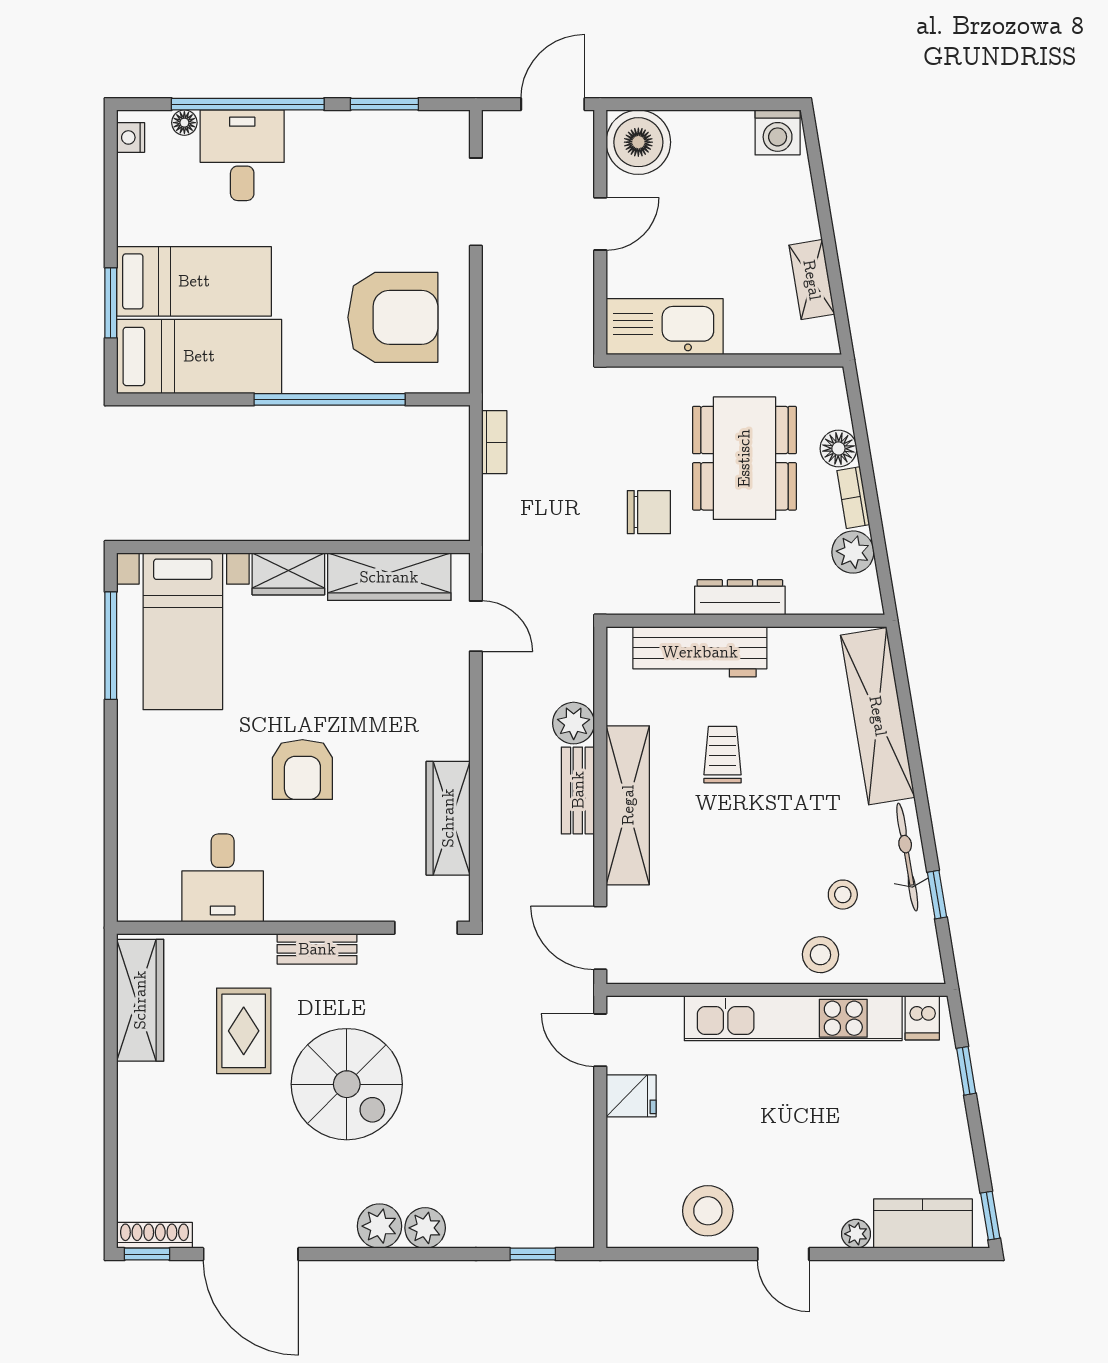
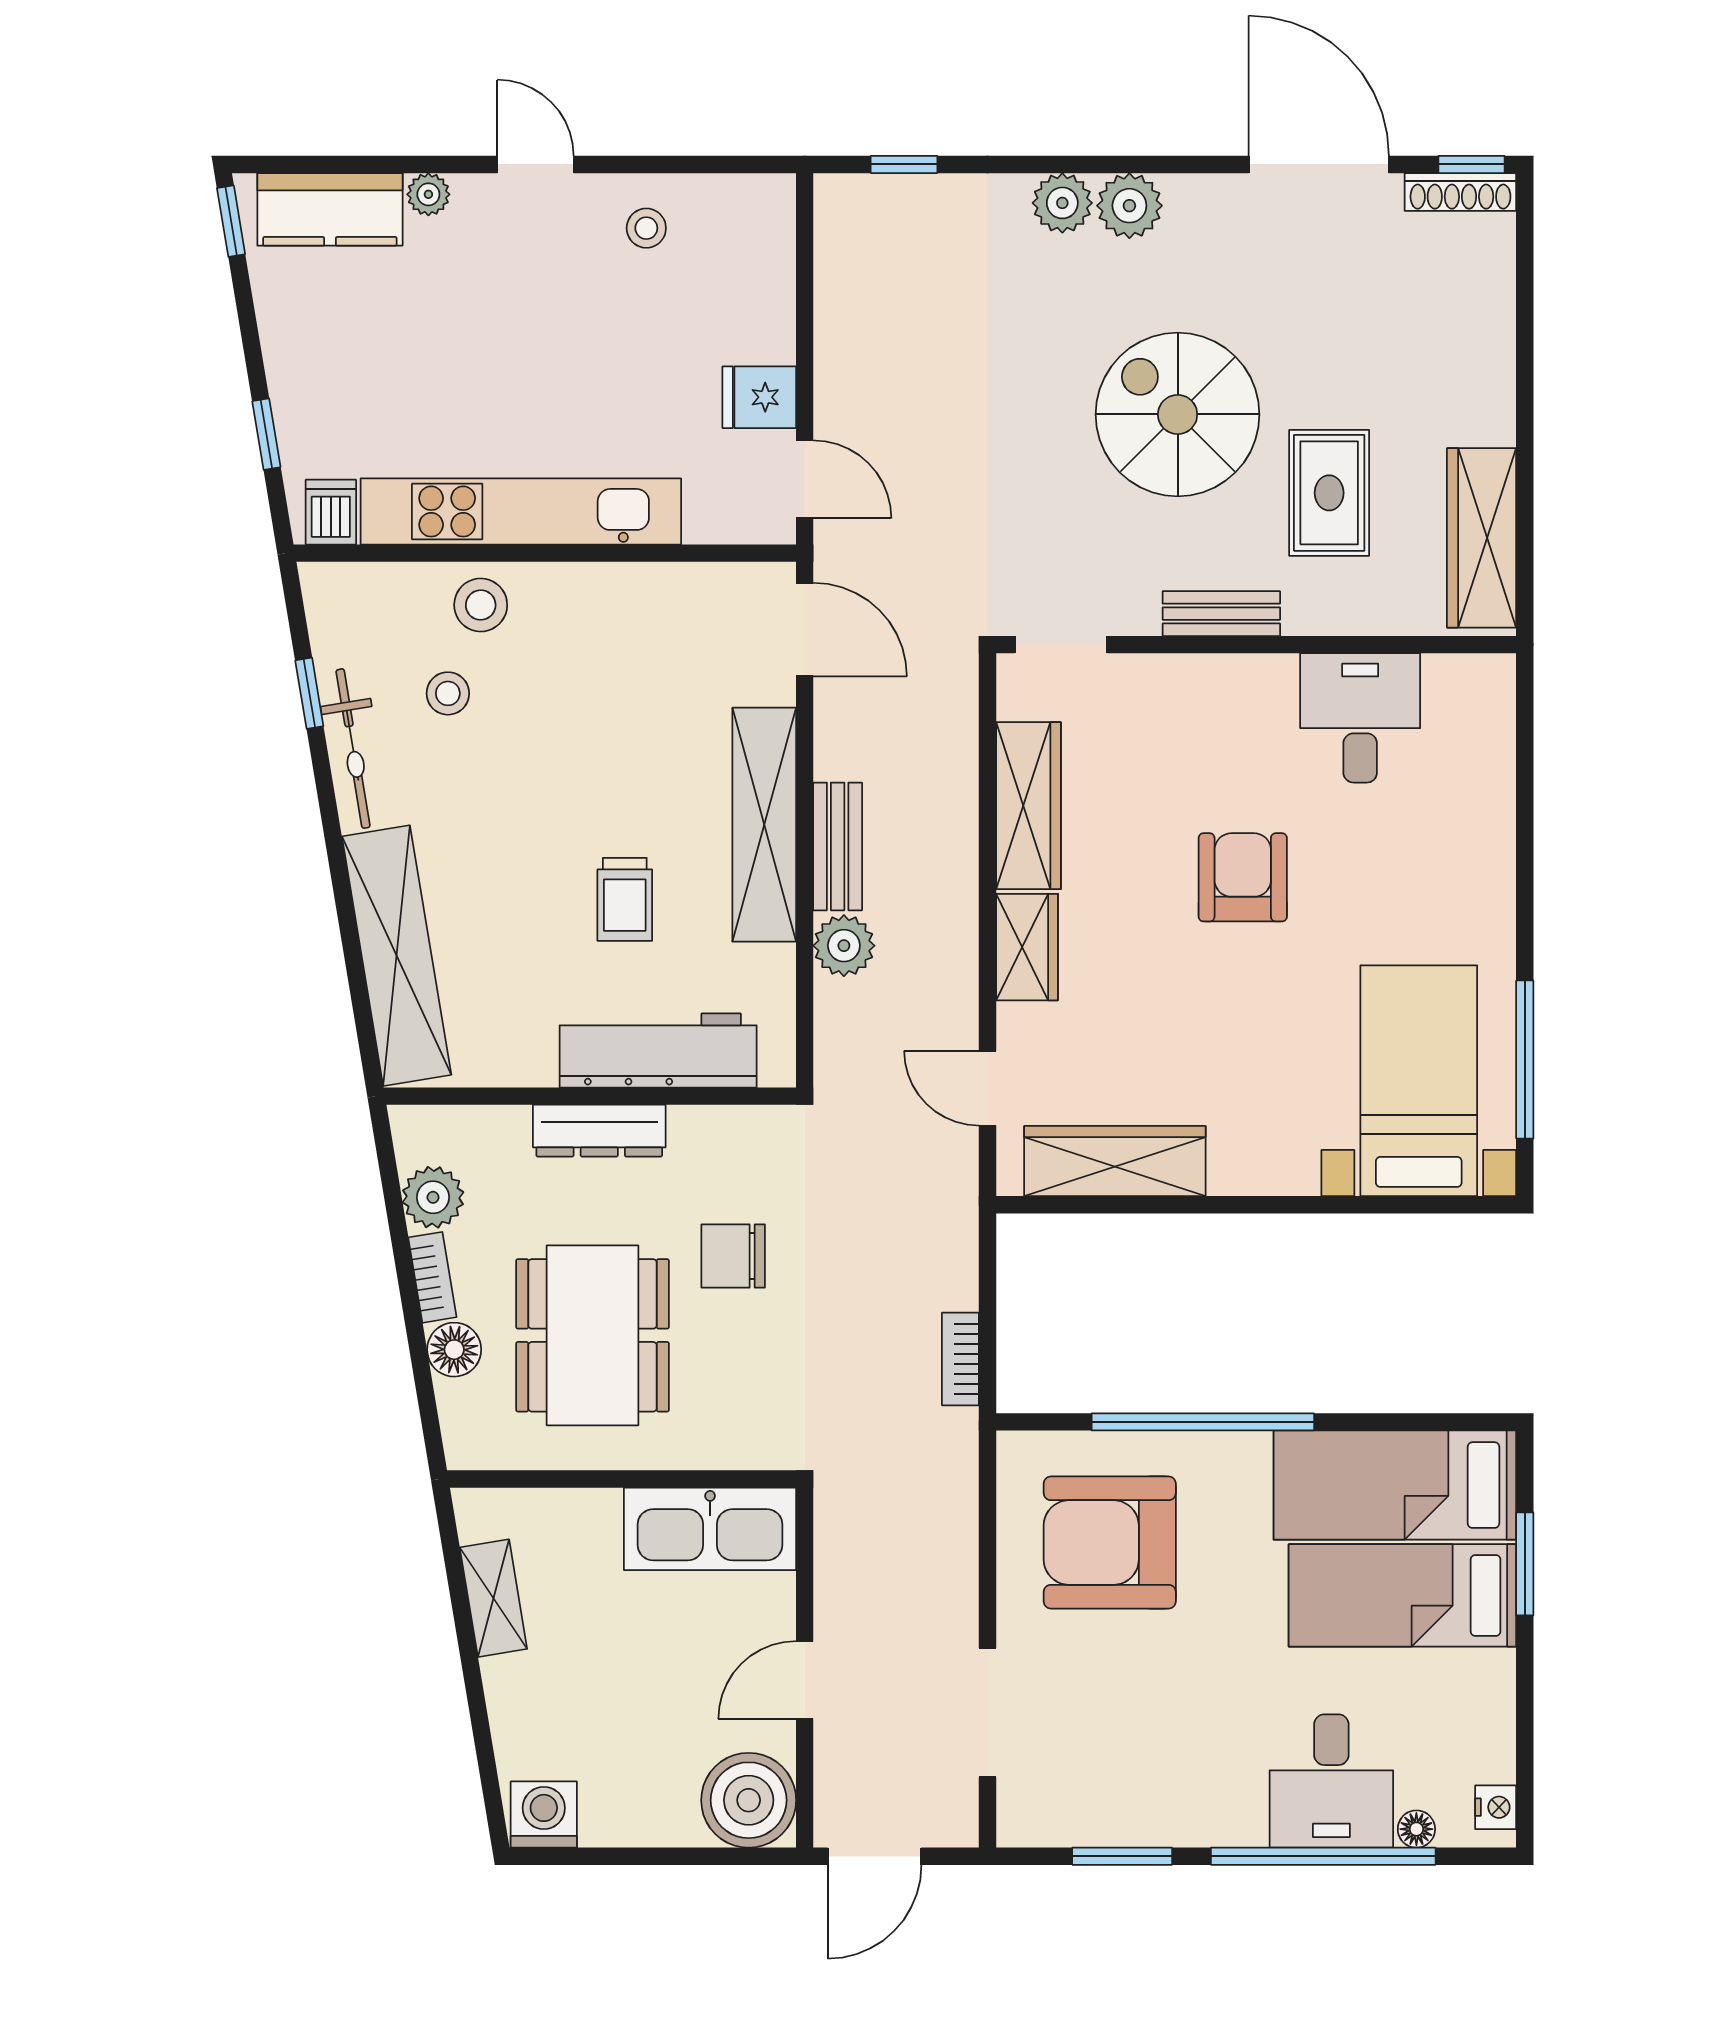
wardrobe: (288, 574) -> (1027, 947), moved, turned 90
stool: (708, 1211) -> (646, 228), width x0.53, depth x0.53

